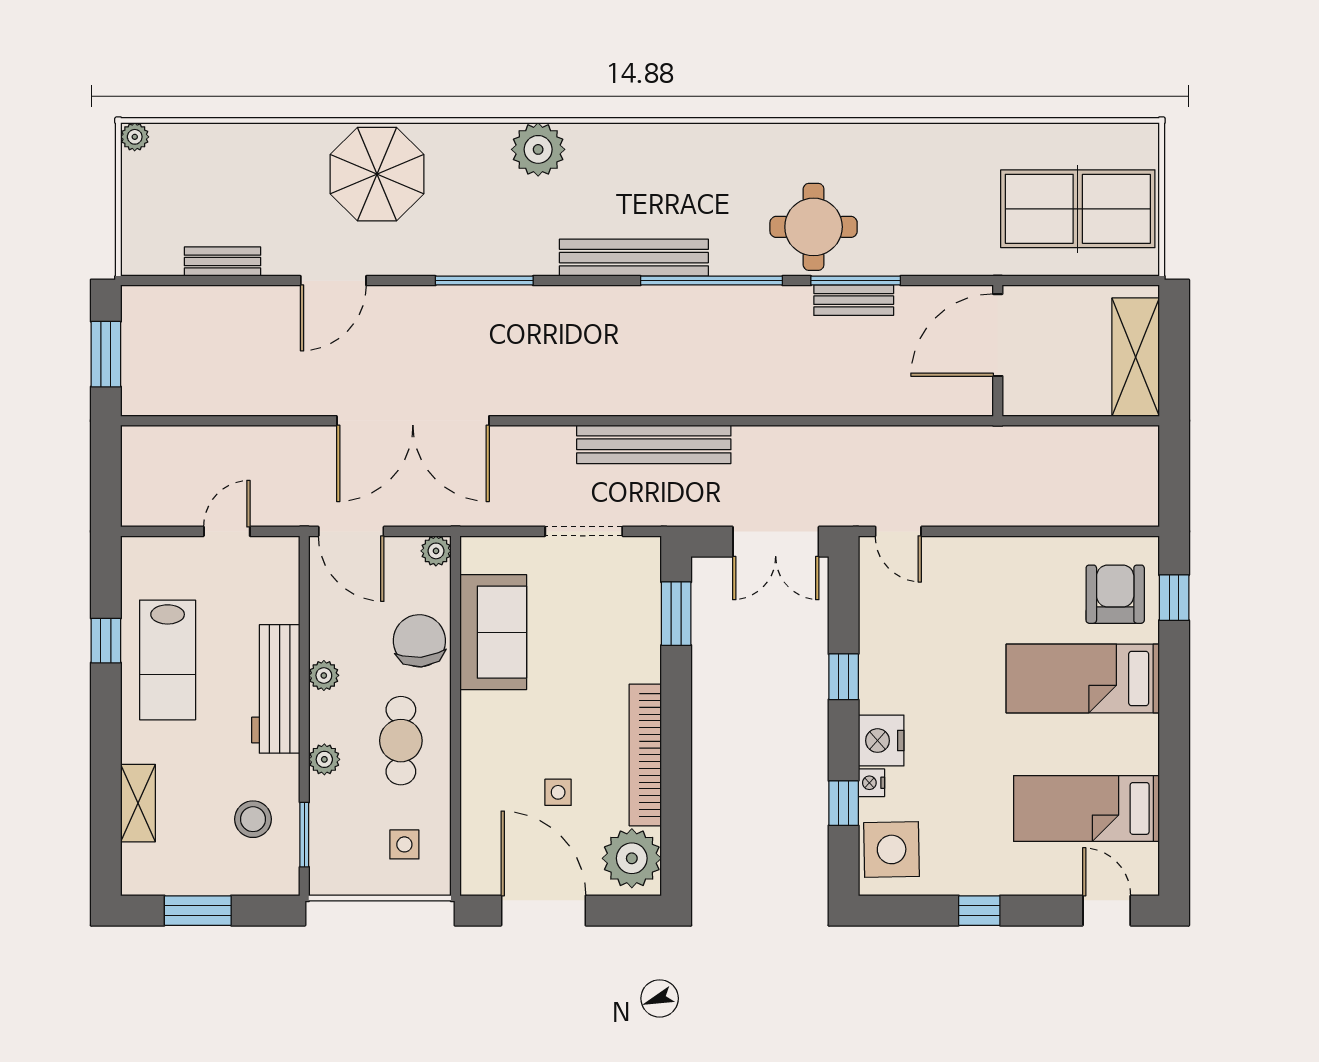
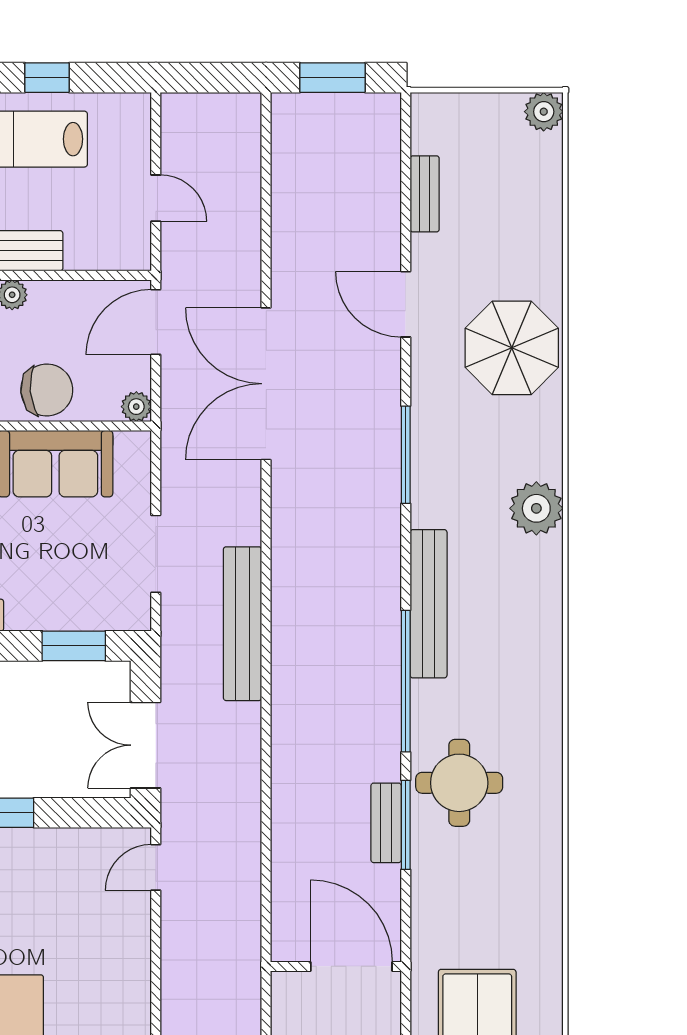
plant: (135, 137) -> (544, 112), width x1.38, depth x1.38

